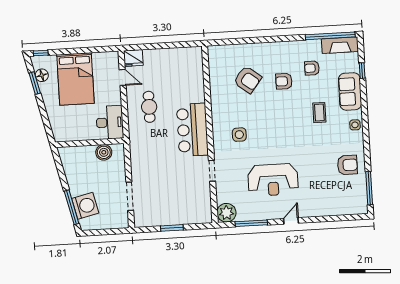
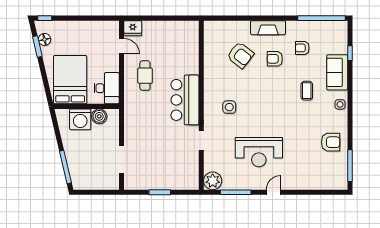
fireplace: (340, 45) -> (268, 28), moved
bed: (75, 79) -> (70, 80), moved, turned 180
washing machine: (85, 206) -> (80, 119), moved, turned 103

